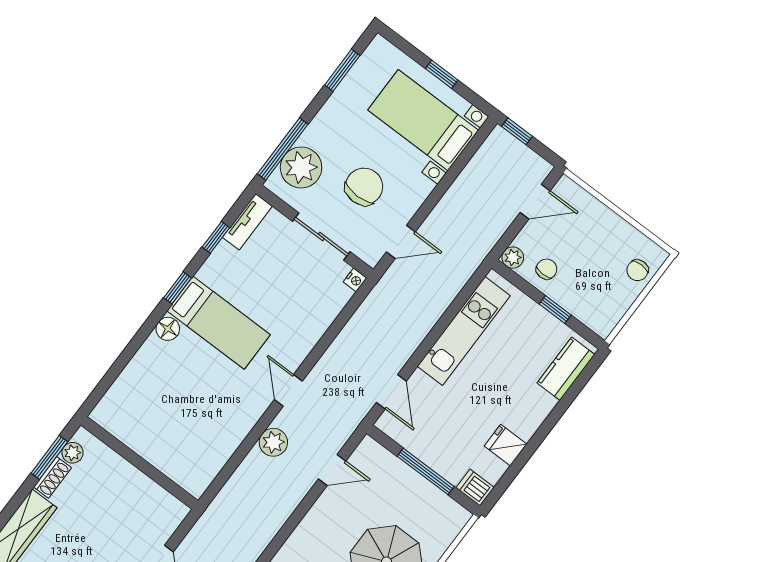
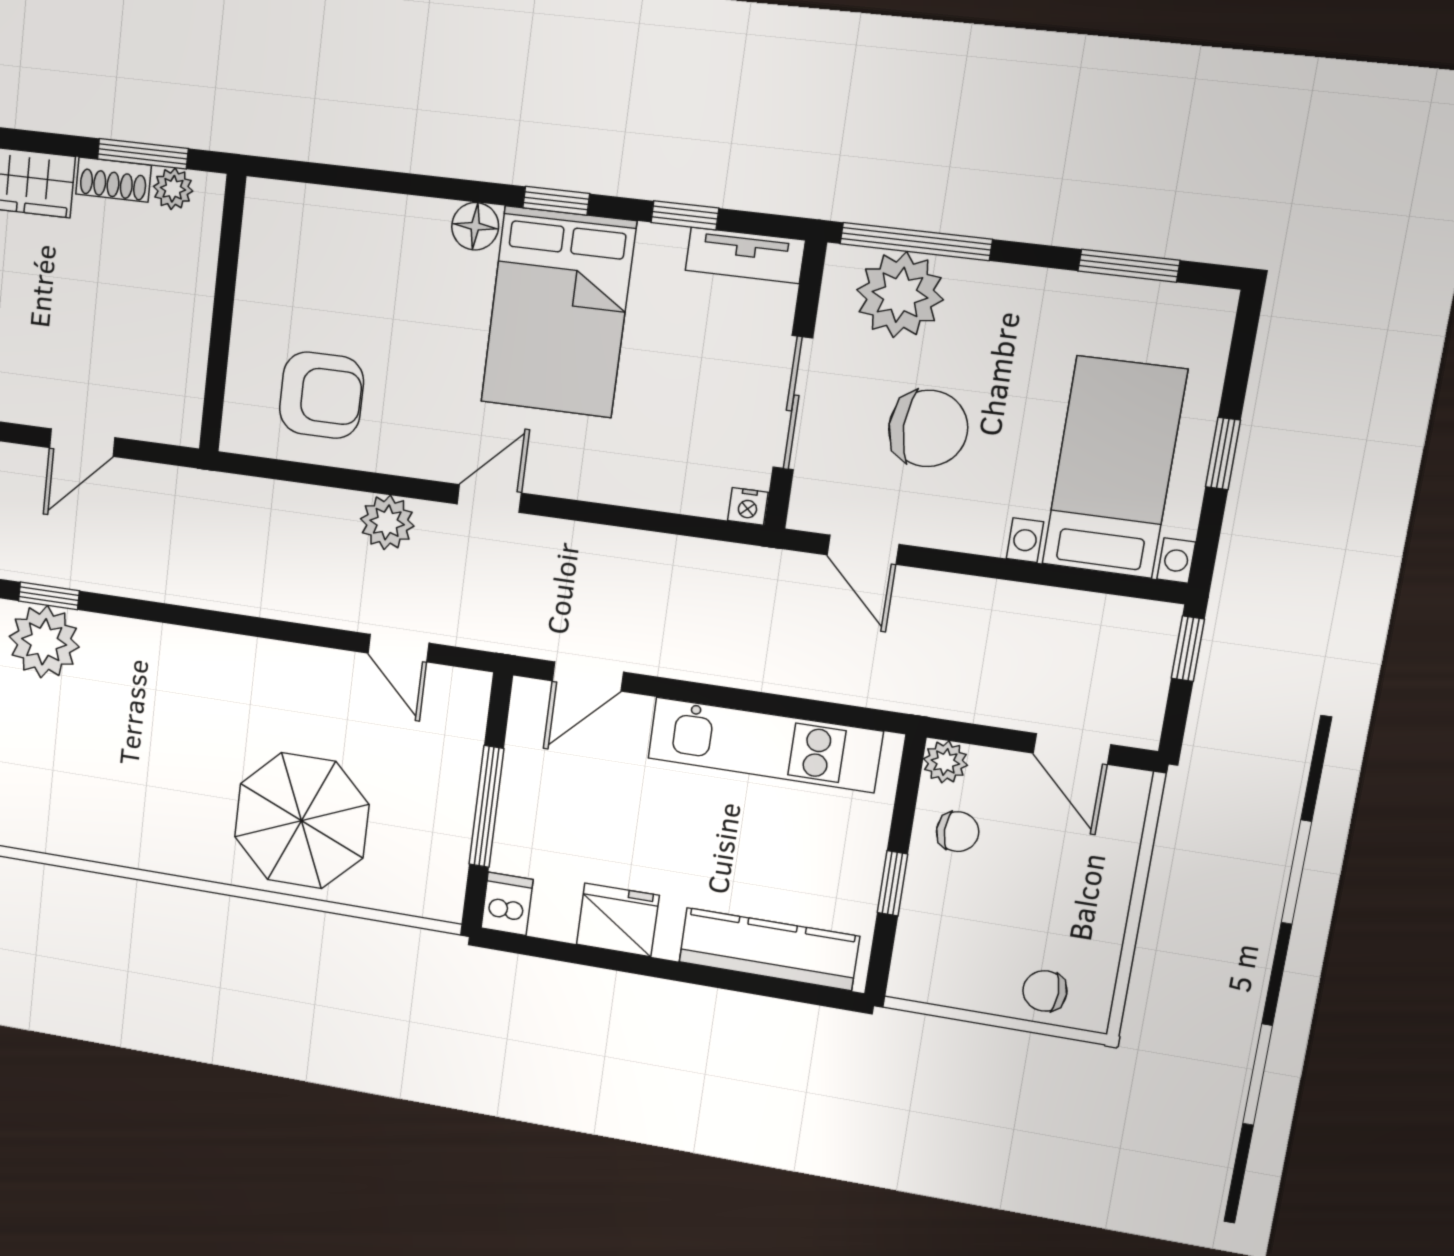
bed: (219, 323) -> (558, 312), width x1.50
kitchen counter: (566, 369) -> (769, 949), width x1.50
armchair: (201, 439) -> (321, 395), added
fridge: (506, 445) -> (618, 920), width x1.38

